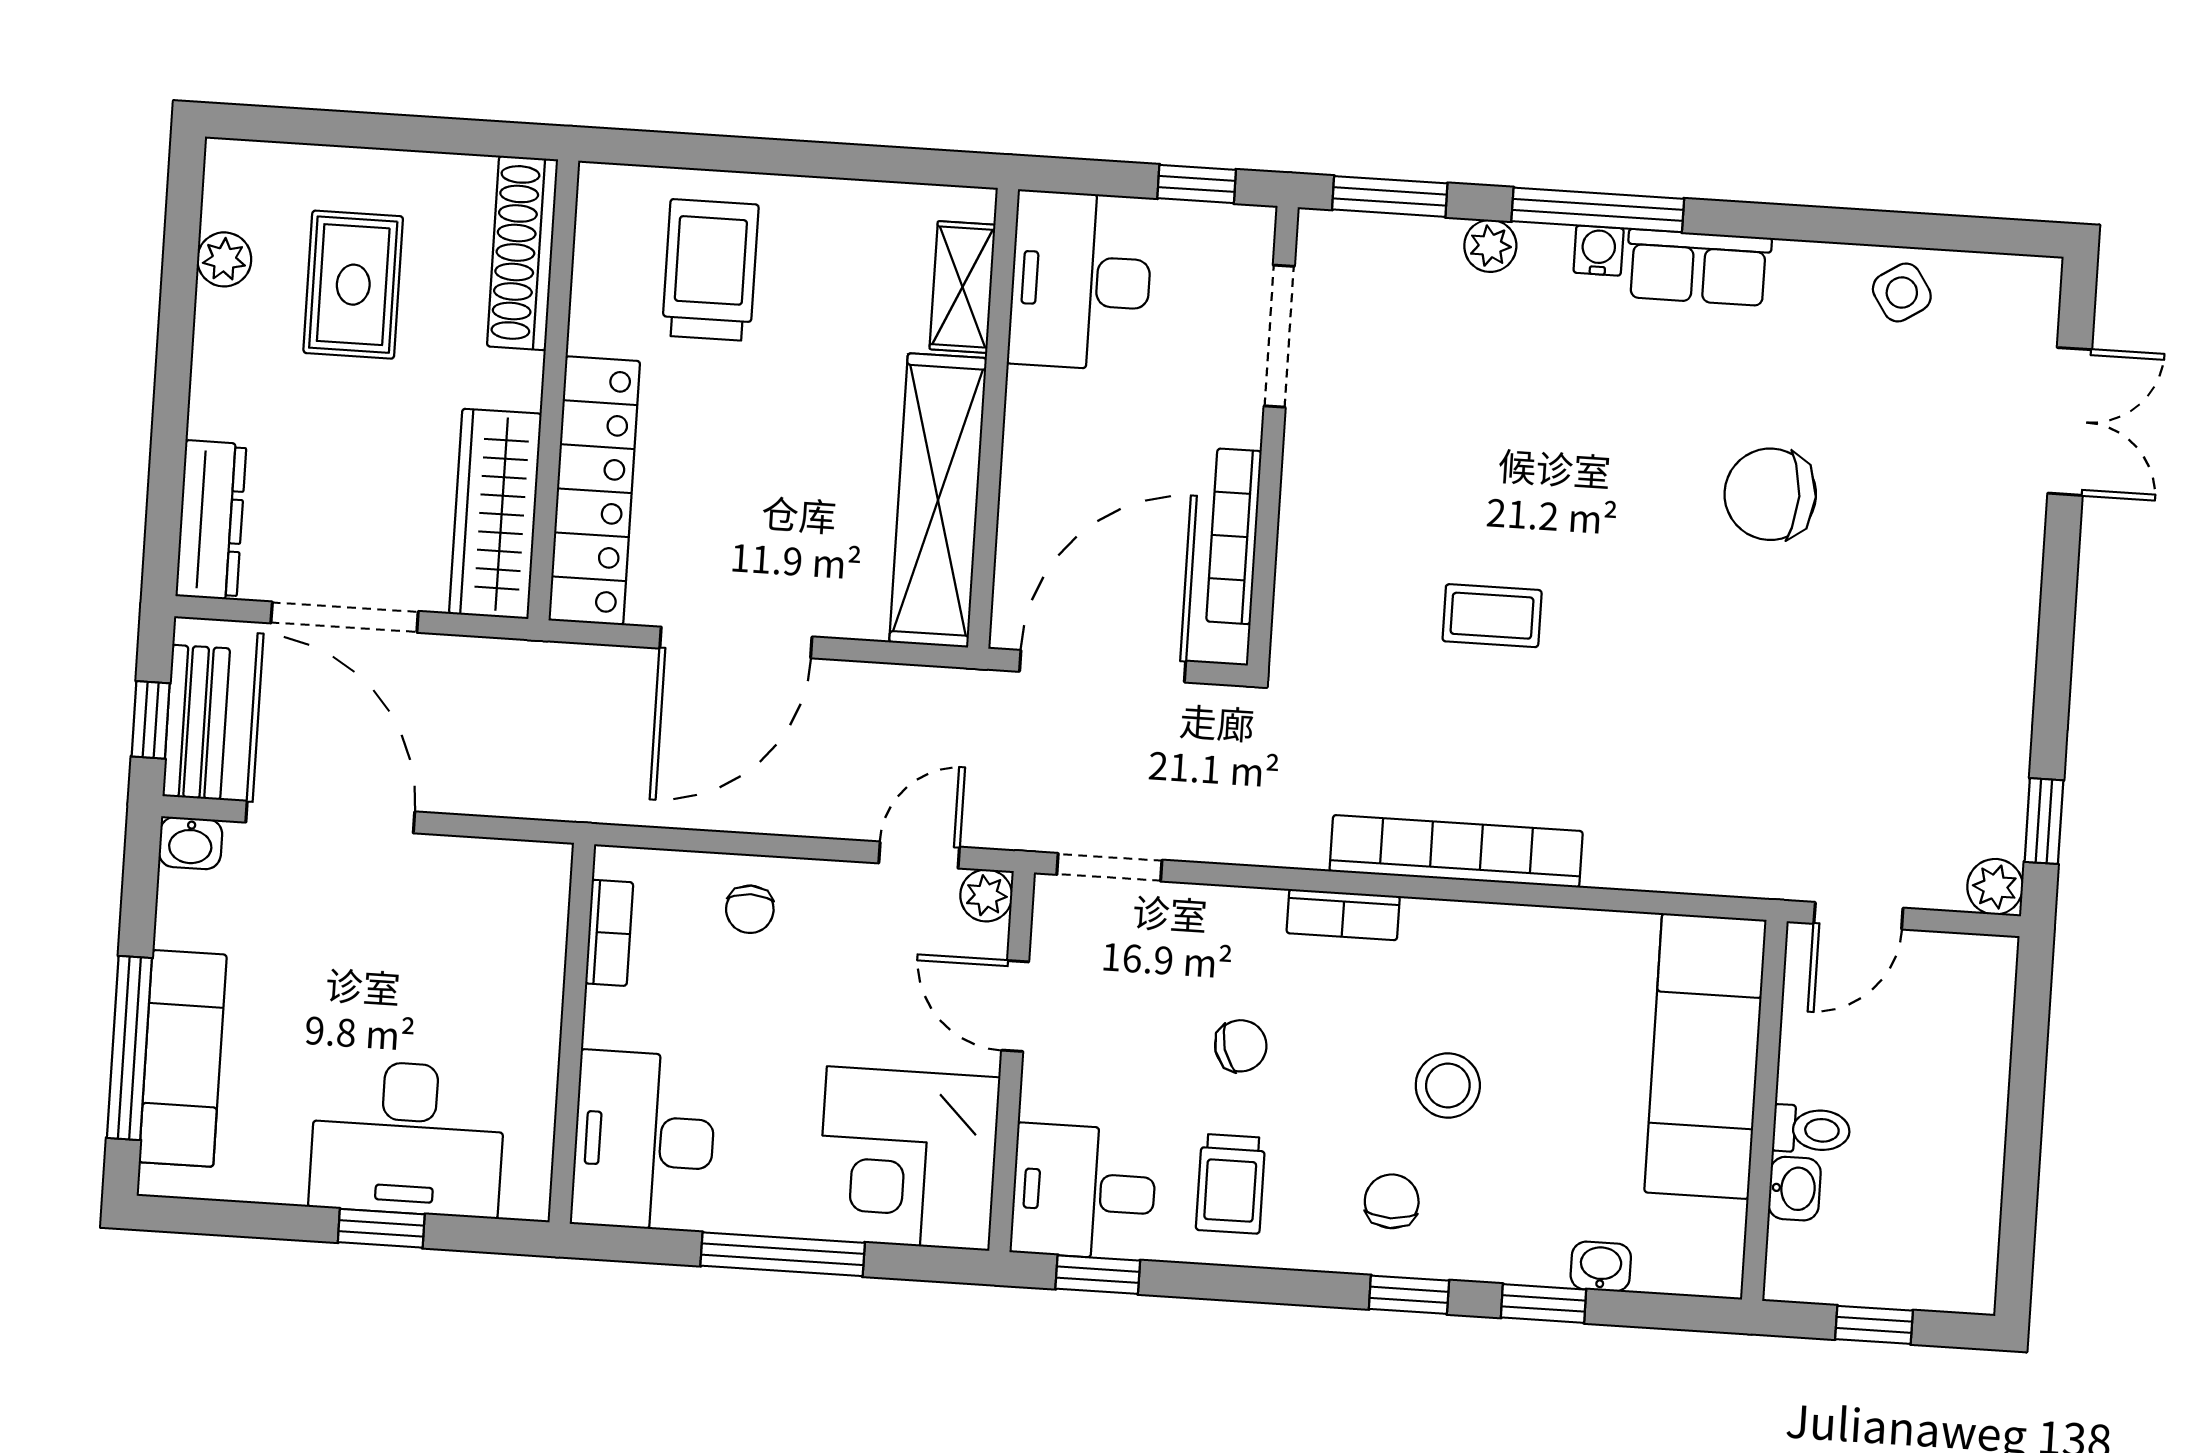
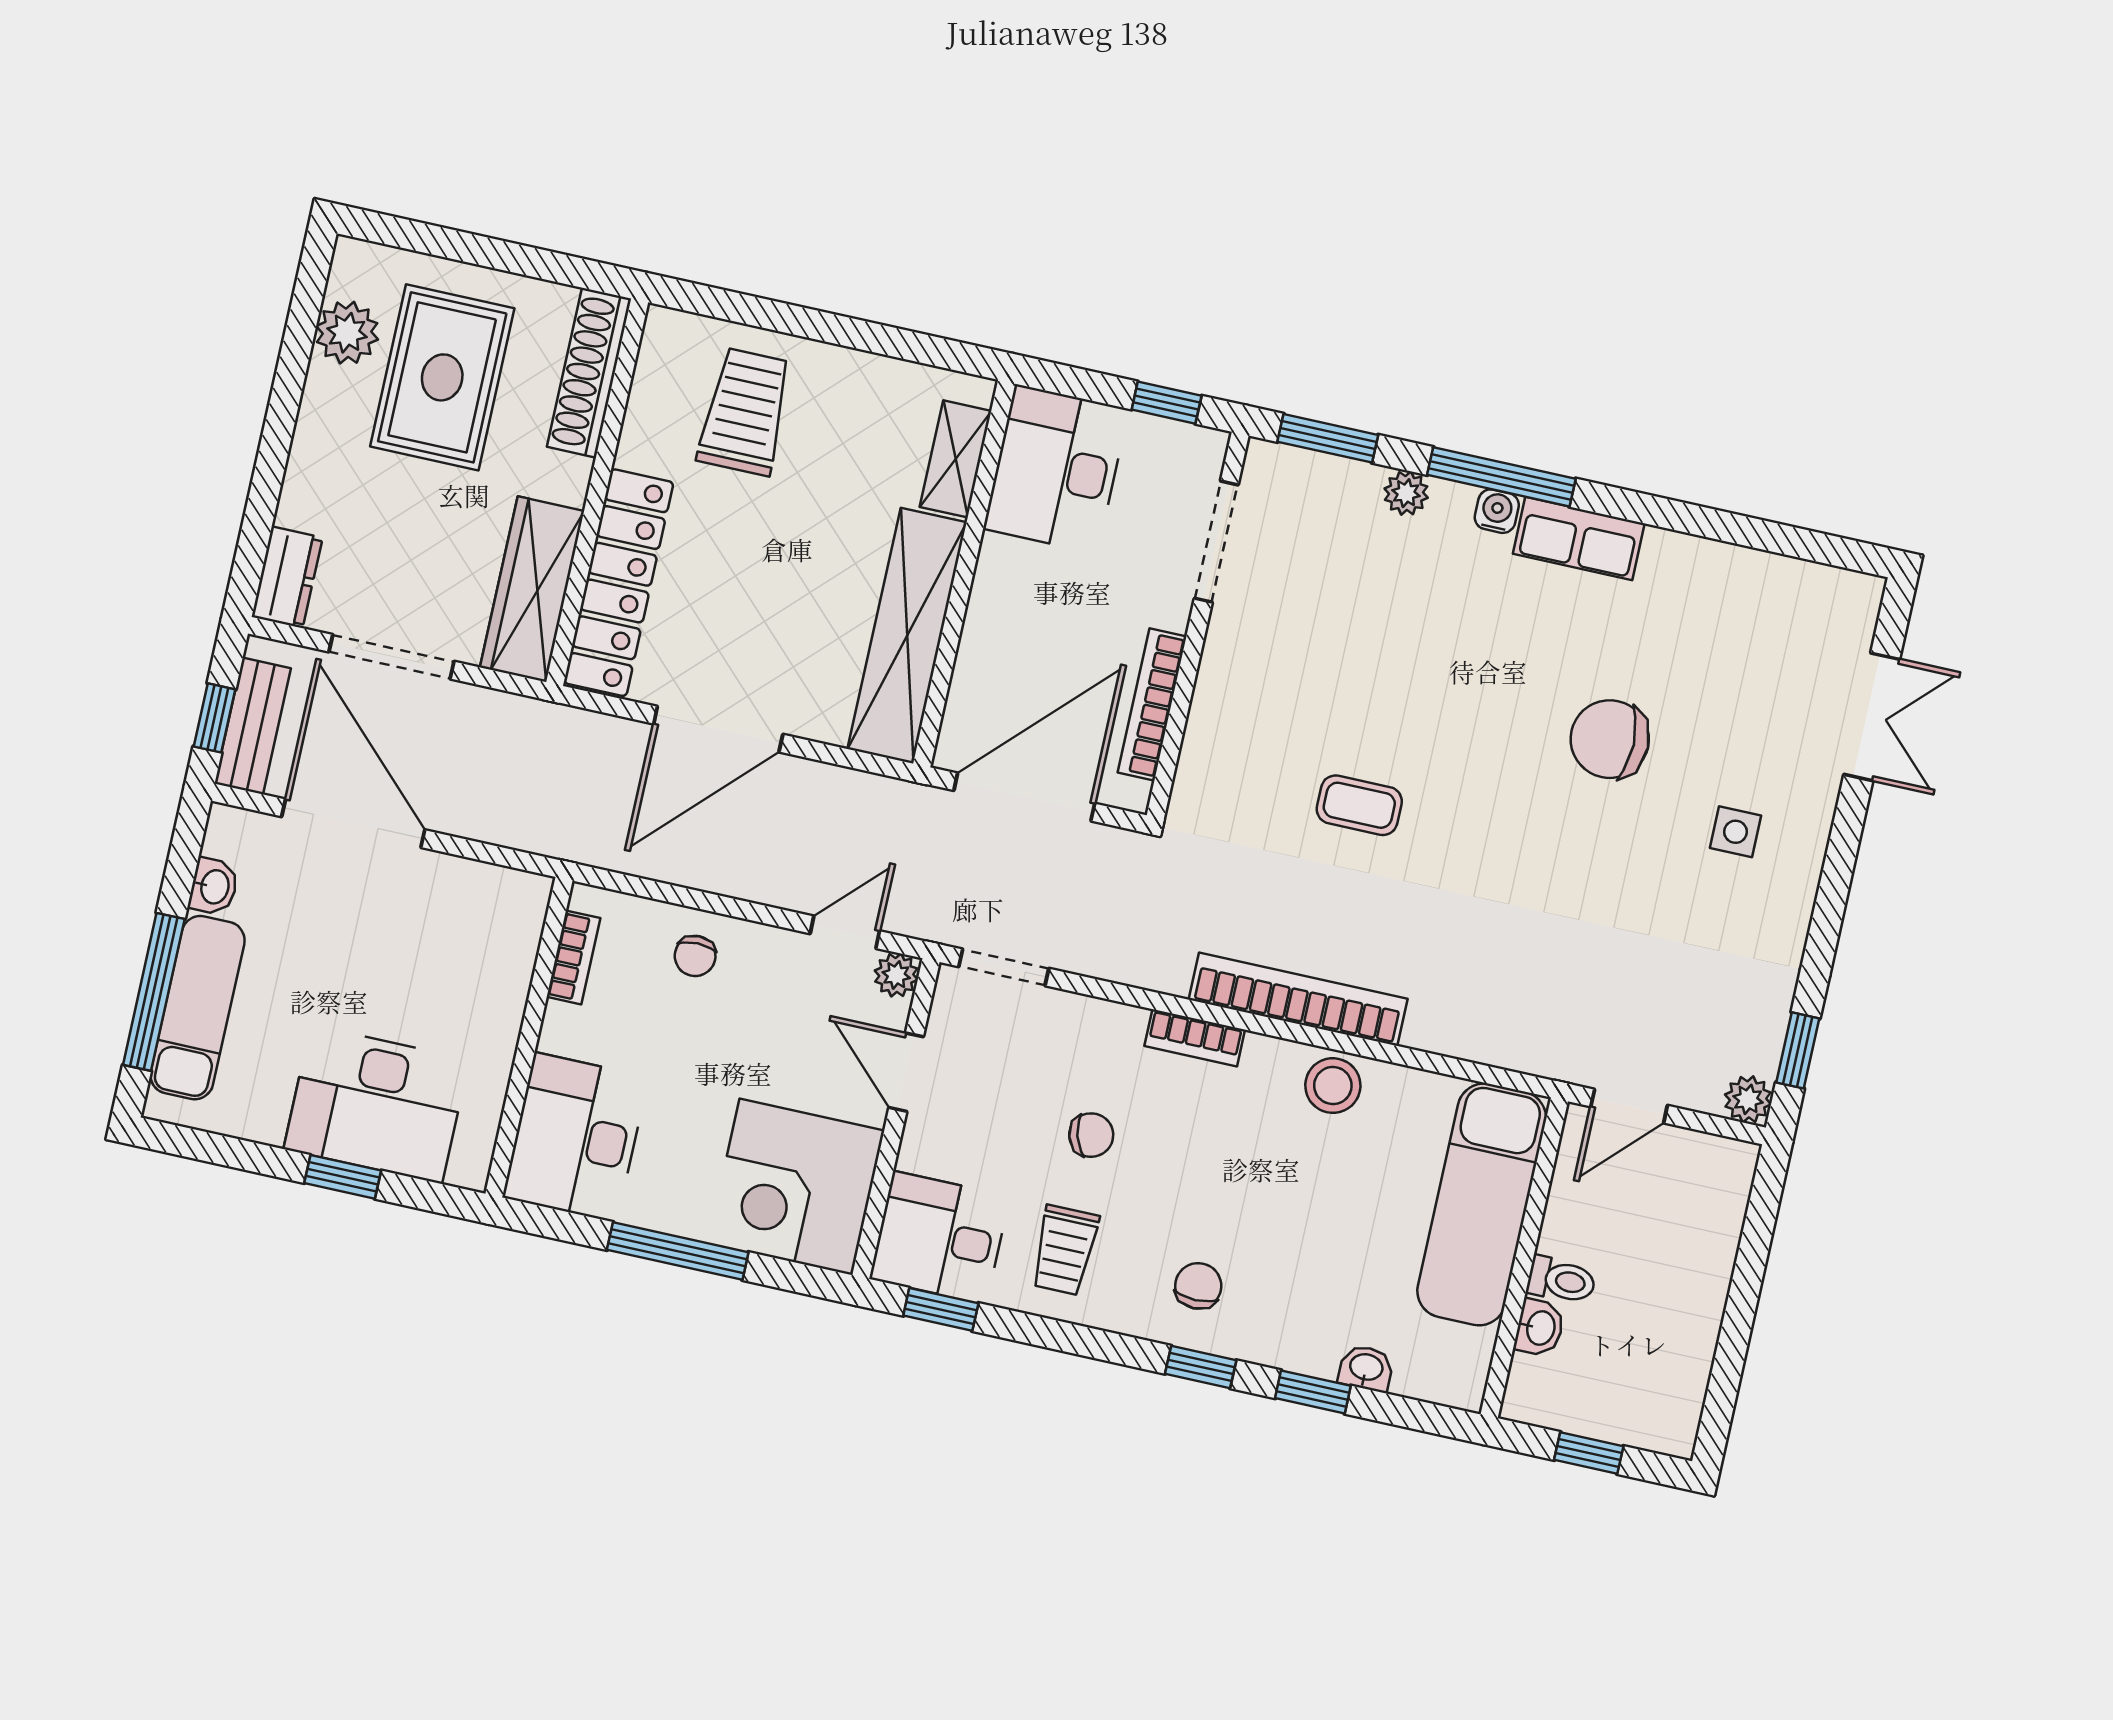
plant: (224, 259) -> (347, 333), width x1.38, depth x1.38
rug: (353, 285) -> (442, 377), width x1.36, depth x1.43
side table: (1902, 292) -> (1736, 832), moved, turned 33
dresser: (211, 520) -> (287, 577), width x0.70
washbasin: (190, 843) -> (214, 887), moved, turned -90
stool: (1448, 1085) -> (1333, 1086), moved

